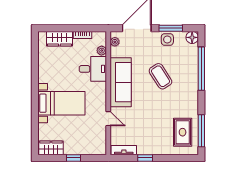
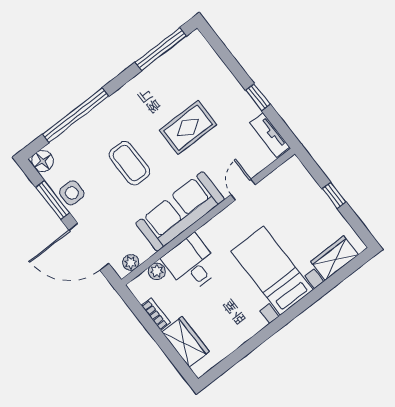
coffee table: (160, 76) -> (130, 163), turned -57
rug: (183, 132) -> (188, 127), moved
wardrobe: (51, 148) -> (334, 258), moved, turned 90

